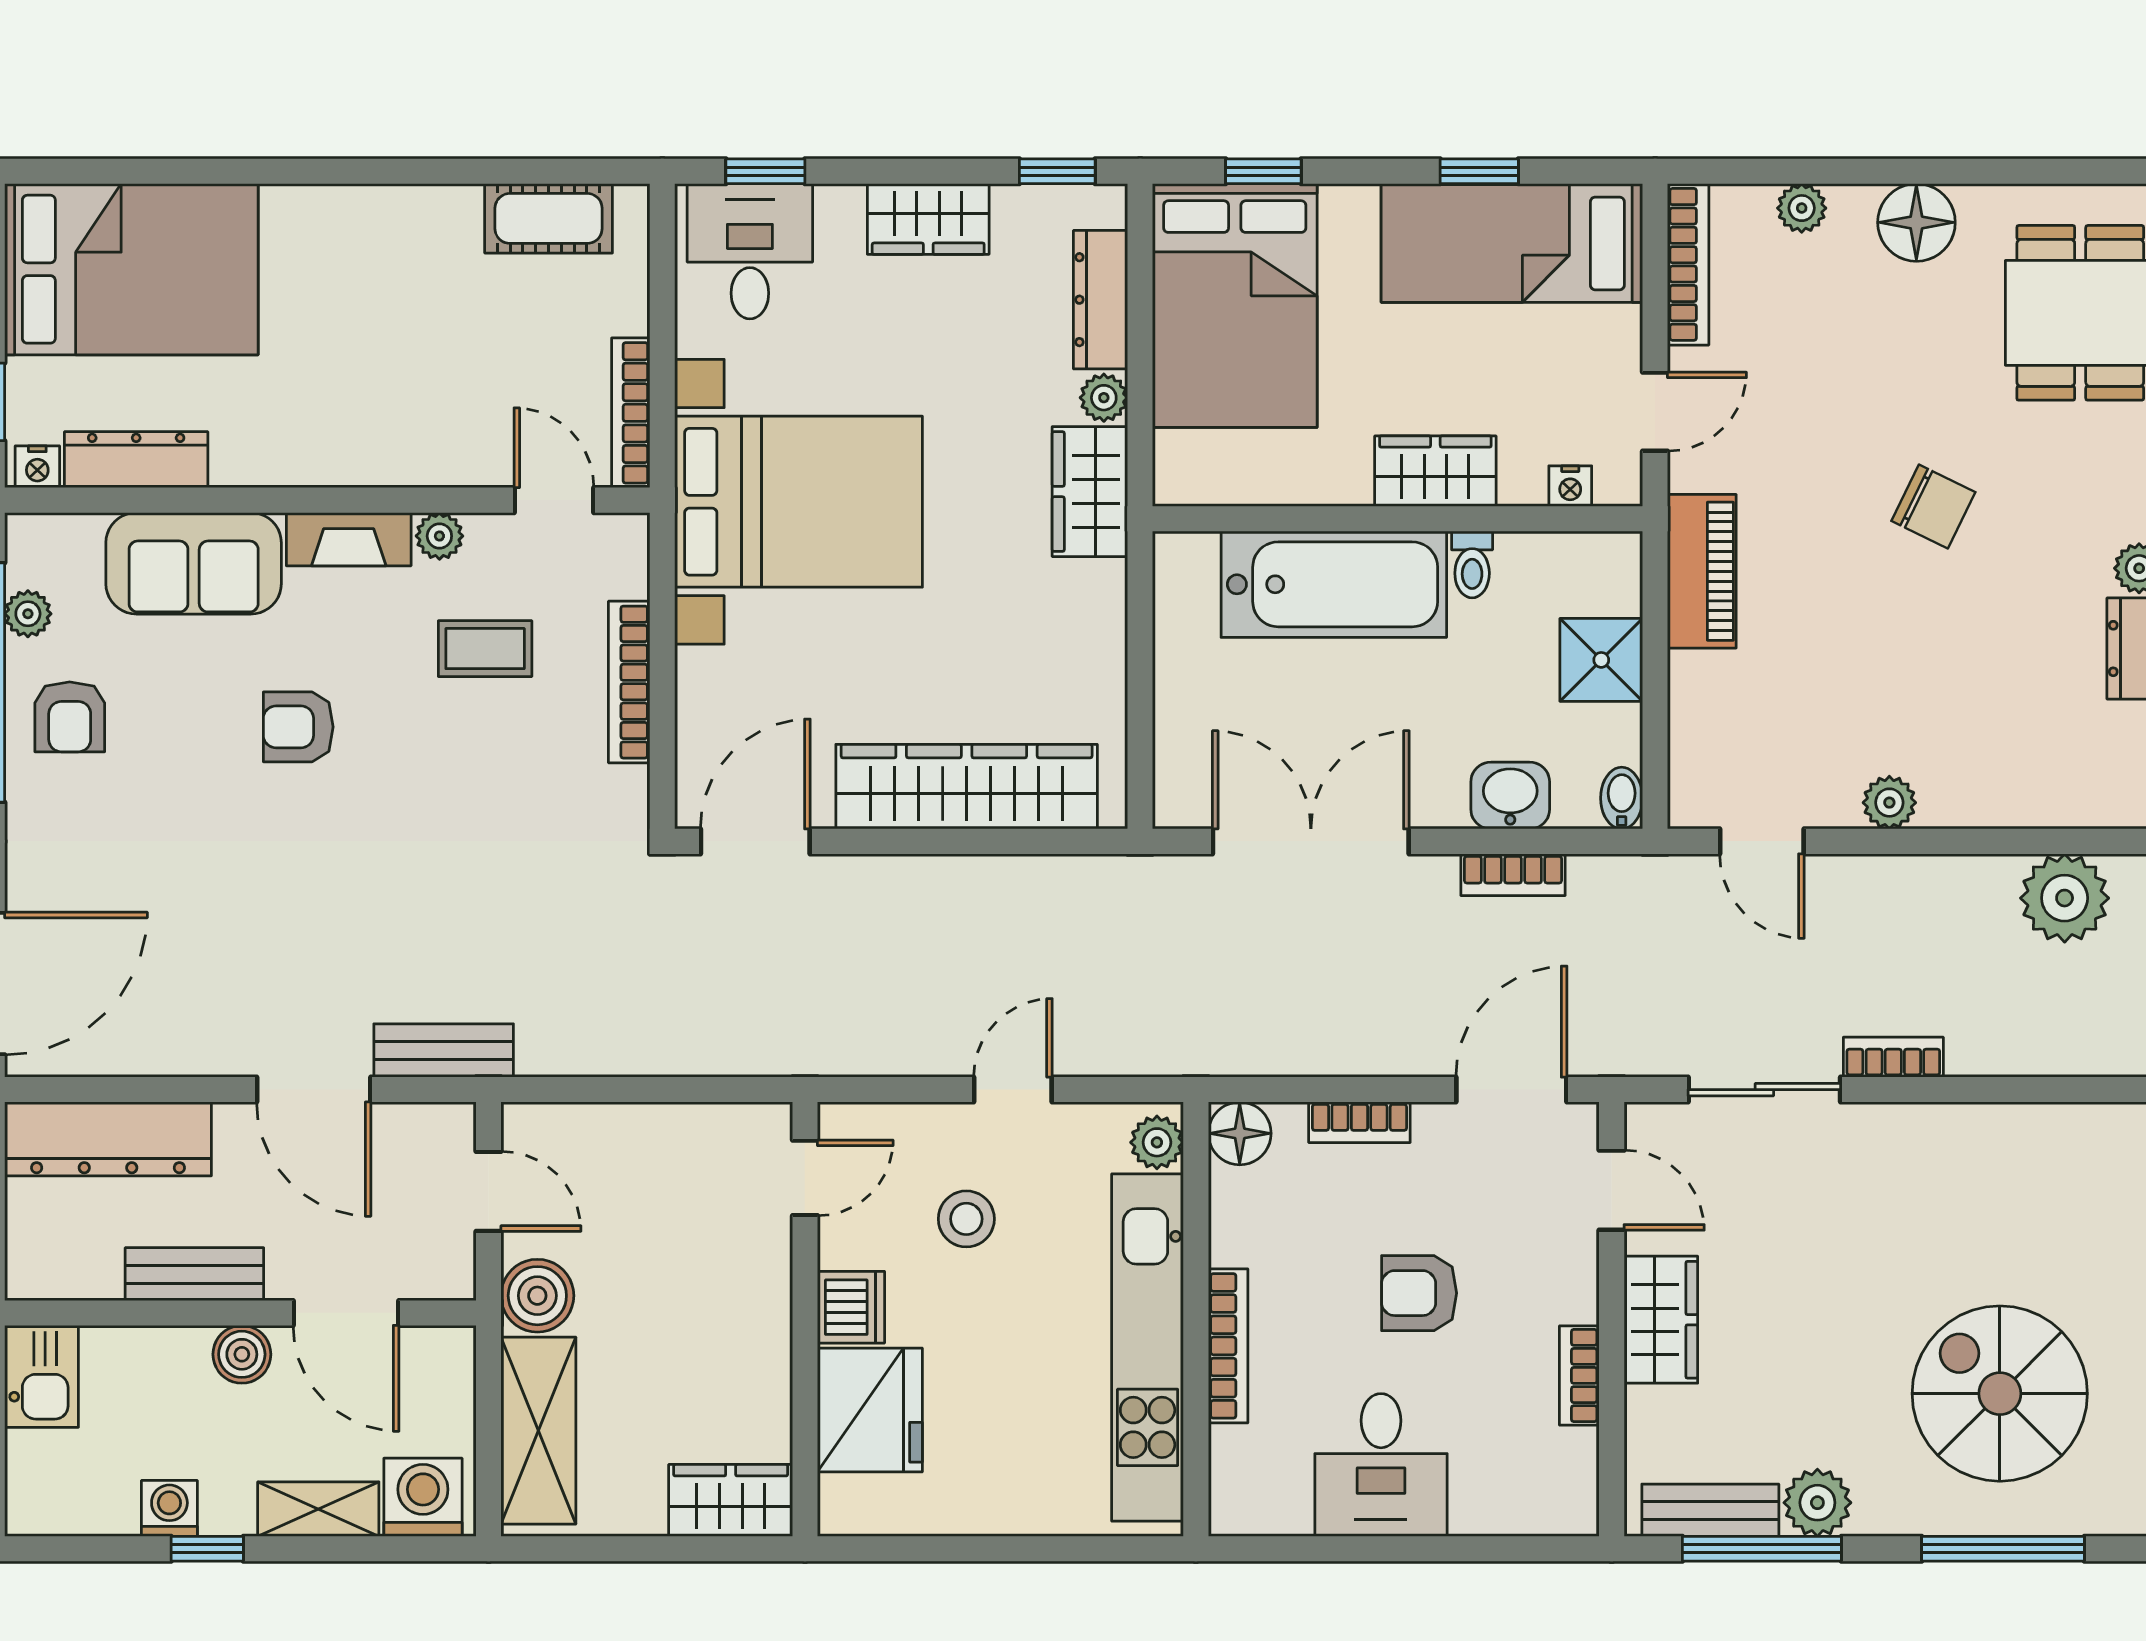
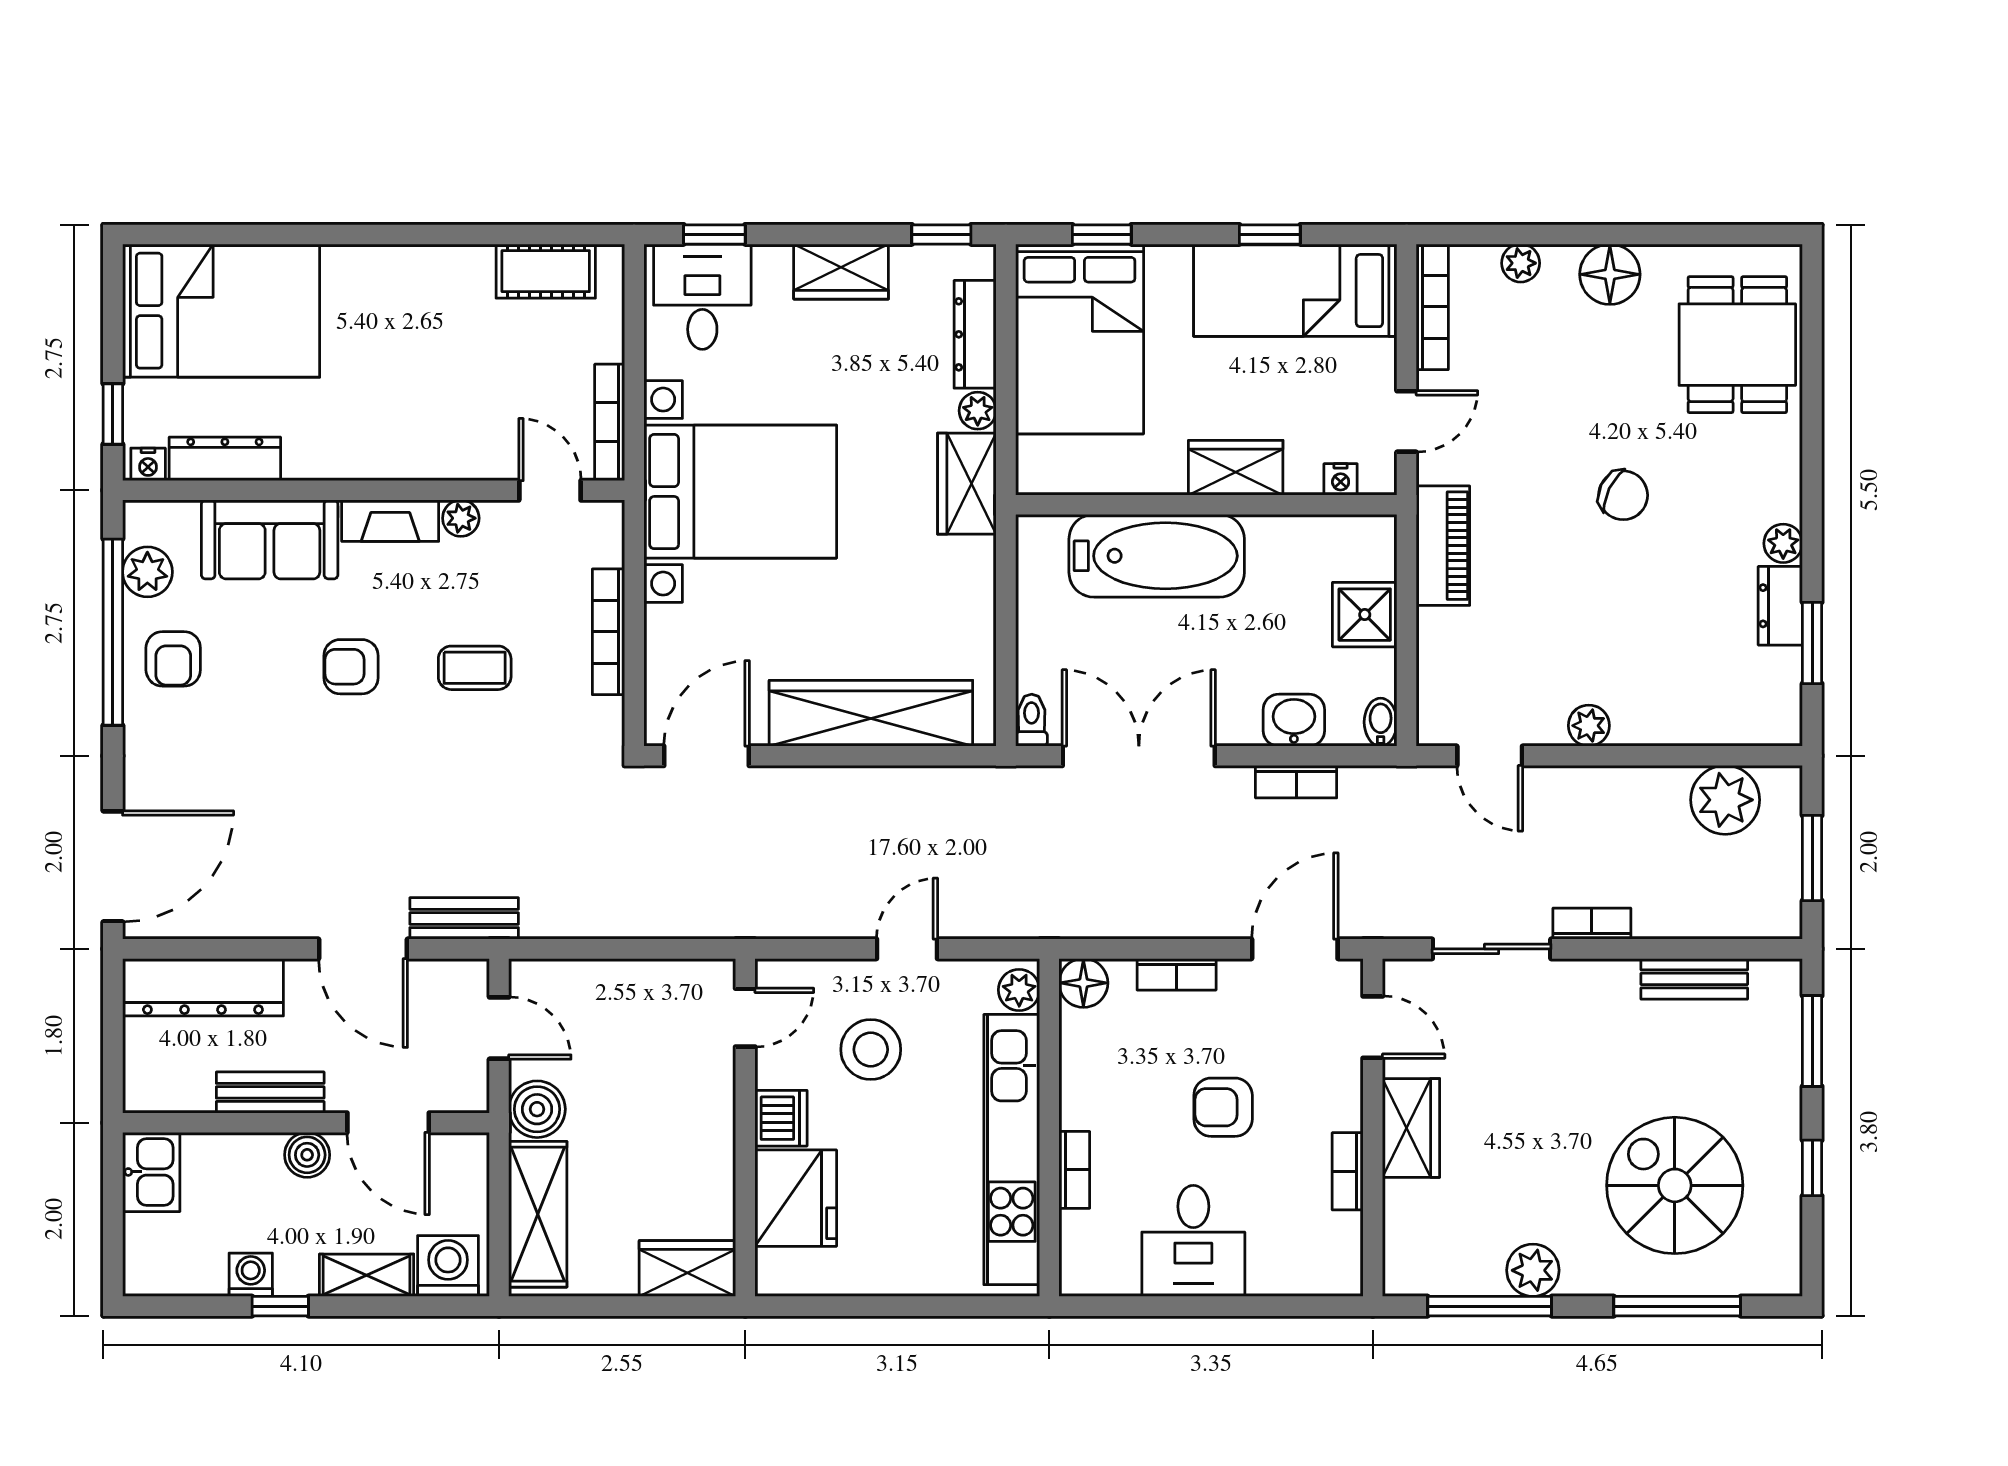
toilet: (1472, 565) -> (1032, 720), moved, turned 180
plant: (28, 614) -> (147, 572), width x1.38, depth x1.38
coffee table: (485, 649) -> (475, 668), moved
stool: (966, 1219) -> (871, 1050), width x1.38, depth x1.38
bookcase: (1228, 1346) -> (1074, 1170), width x0.64
bench: (1710, 1510) -> (1694, 979), moved

